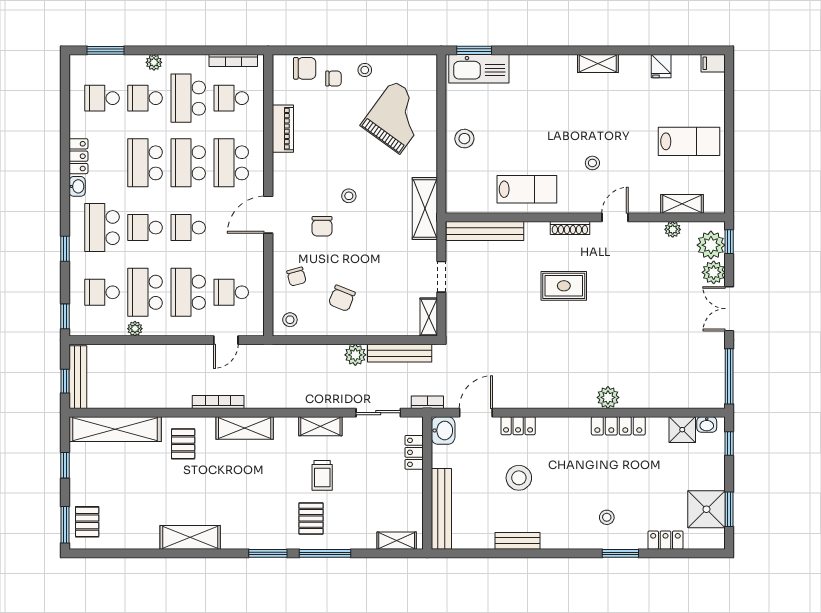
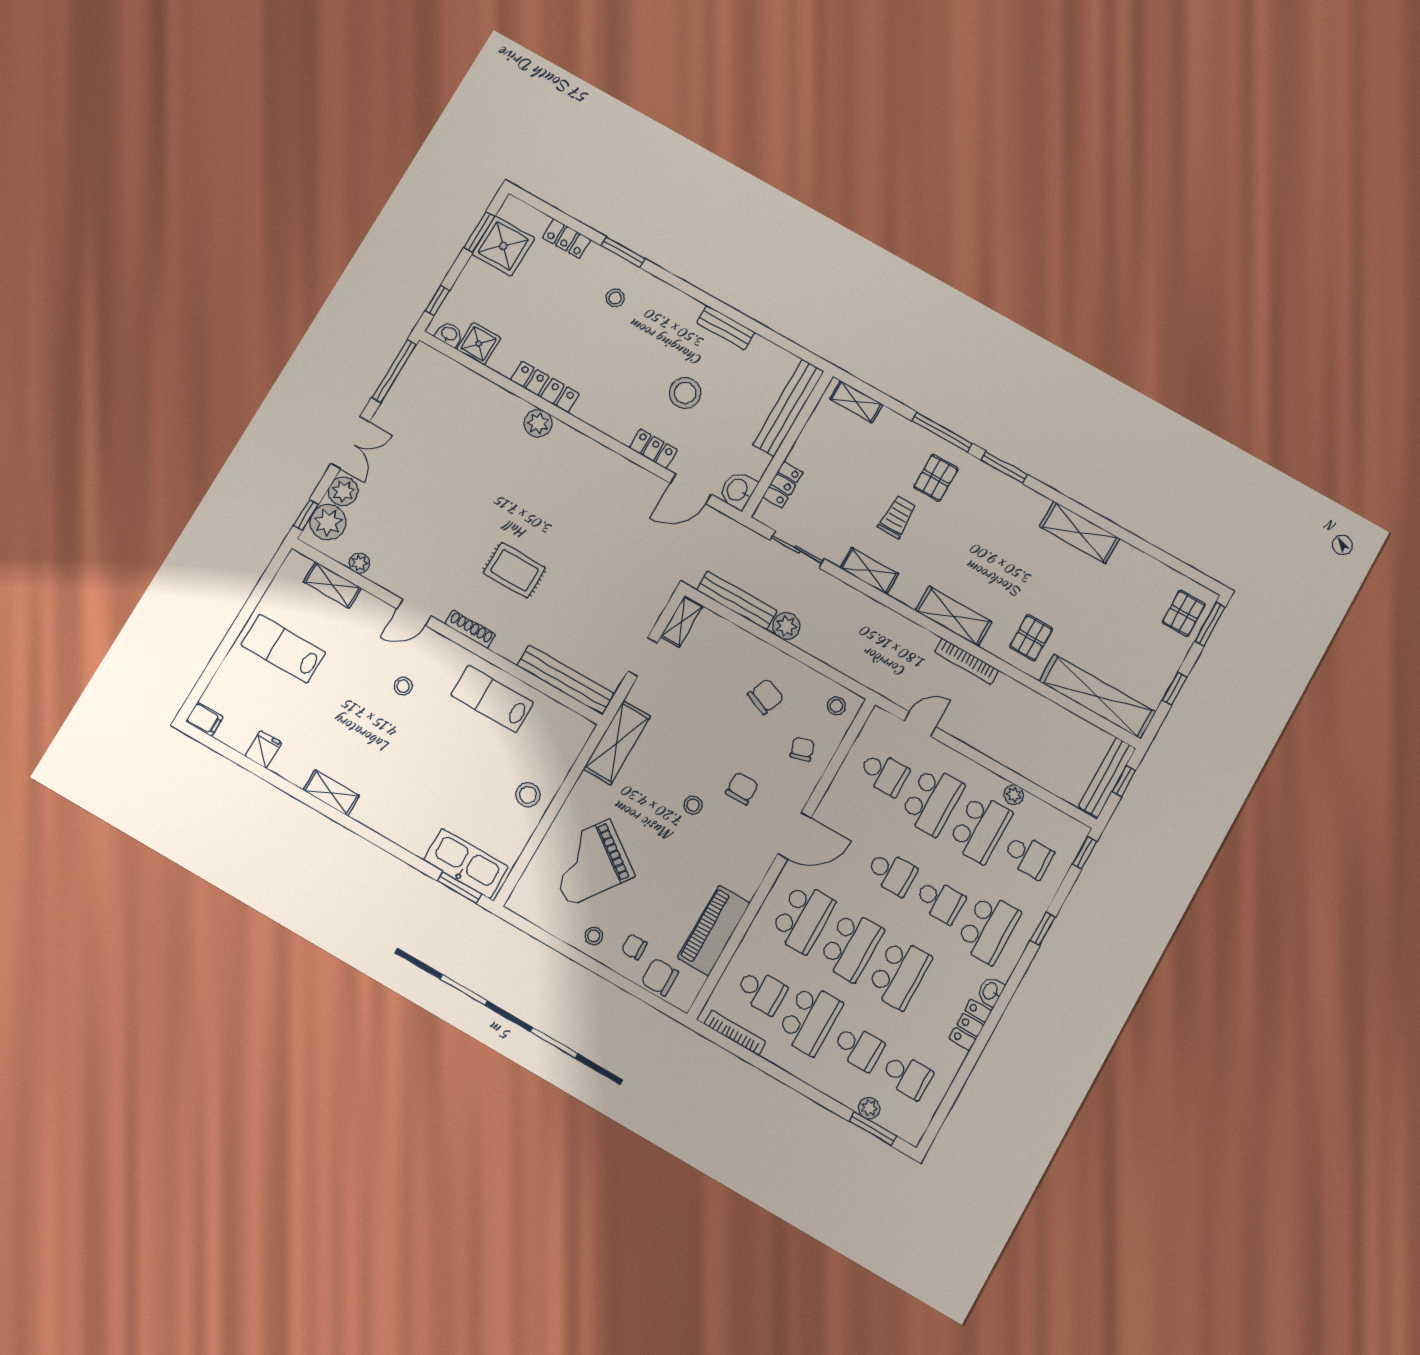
plant: (154, 62) -> (869, 1108), moved
piano: (283, 129) -> (714, 930), width x1.37, depth x1.33
bookcase: (427, 402) -> (737, 530), removed

